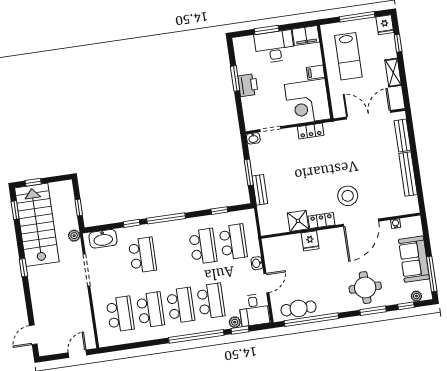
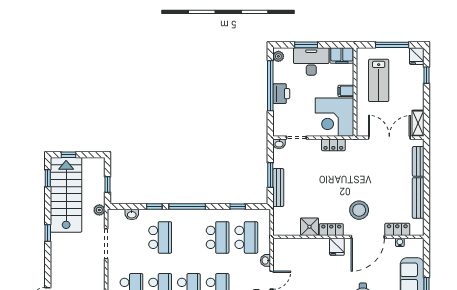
plant: (239, 46) -> (278, 56), added
shelving: (393, 73) -> (418, 123), moved
window: (235, 78) -> (270, 86), width x2.11
bench: (260, 190) -> (278, 188), width x1.36
locker: (391, 210) -> (397, 229), added
washbasin: (103, 239) -> (132, 214), width x0.52, depth x0.69
fridge: (310, 241) -> (337, 247), moved

